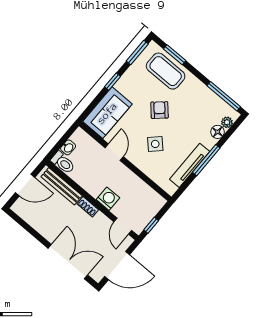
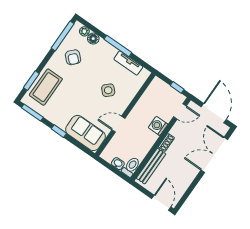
armchair: (160, 110) -> (73, 57), moved, turned -95
tv unit: (190, 165) -> (128, 63), width x0.71
door: (25, 185) -> (161, 203), moved

